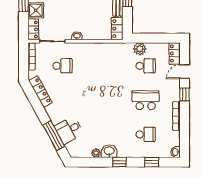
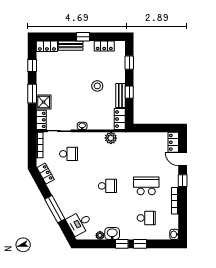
plant: (140, 49) -> (111, 138), moved
school desk: (146, 66) -> (107, 186), moved
door: (184, 72) -> (183, 159), hinge flipped
locker: (40, 92) -> (46, 174), width x0.66
desk: (69, 130) -> (80, 223), moved
window: (54, 136) -> (55, 209), moved
window: (152, 162) -> (140, 244), moved

